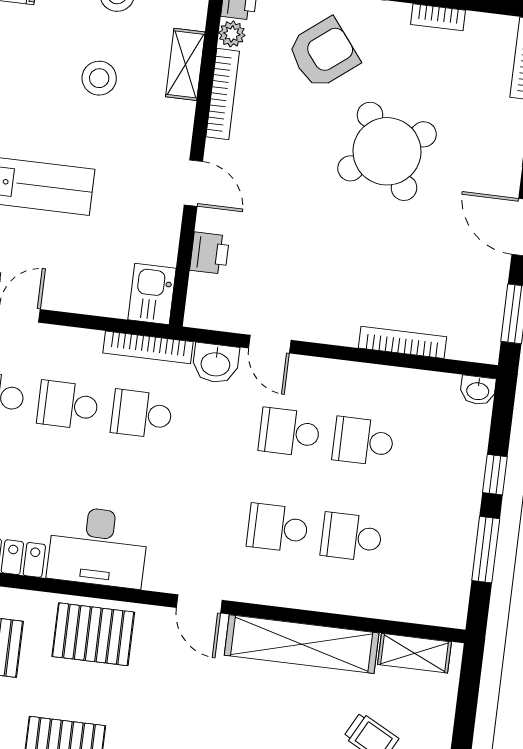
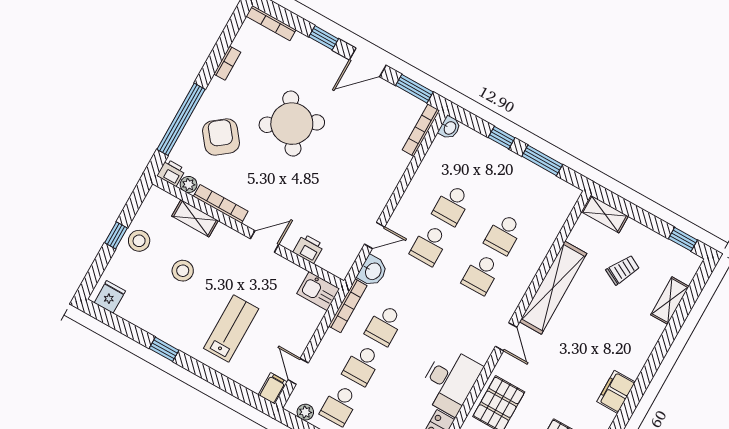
bookcase: (402, 342) -> (421, 130), moved
door: (199, 604) -> (506, 337), hinge flipped
shelving: (414, 653) -> (605, 214), moved, turned 90

